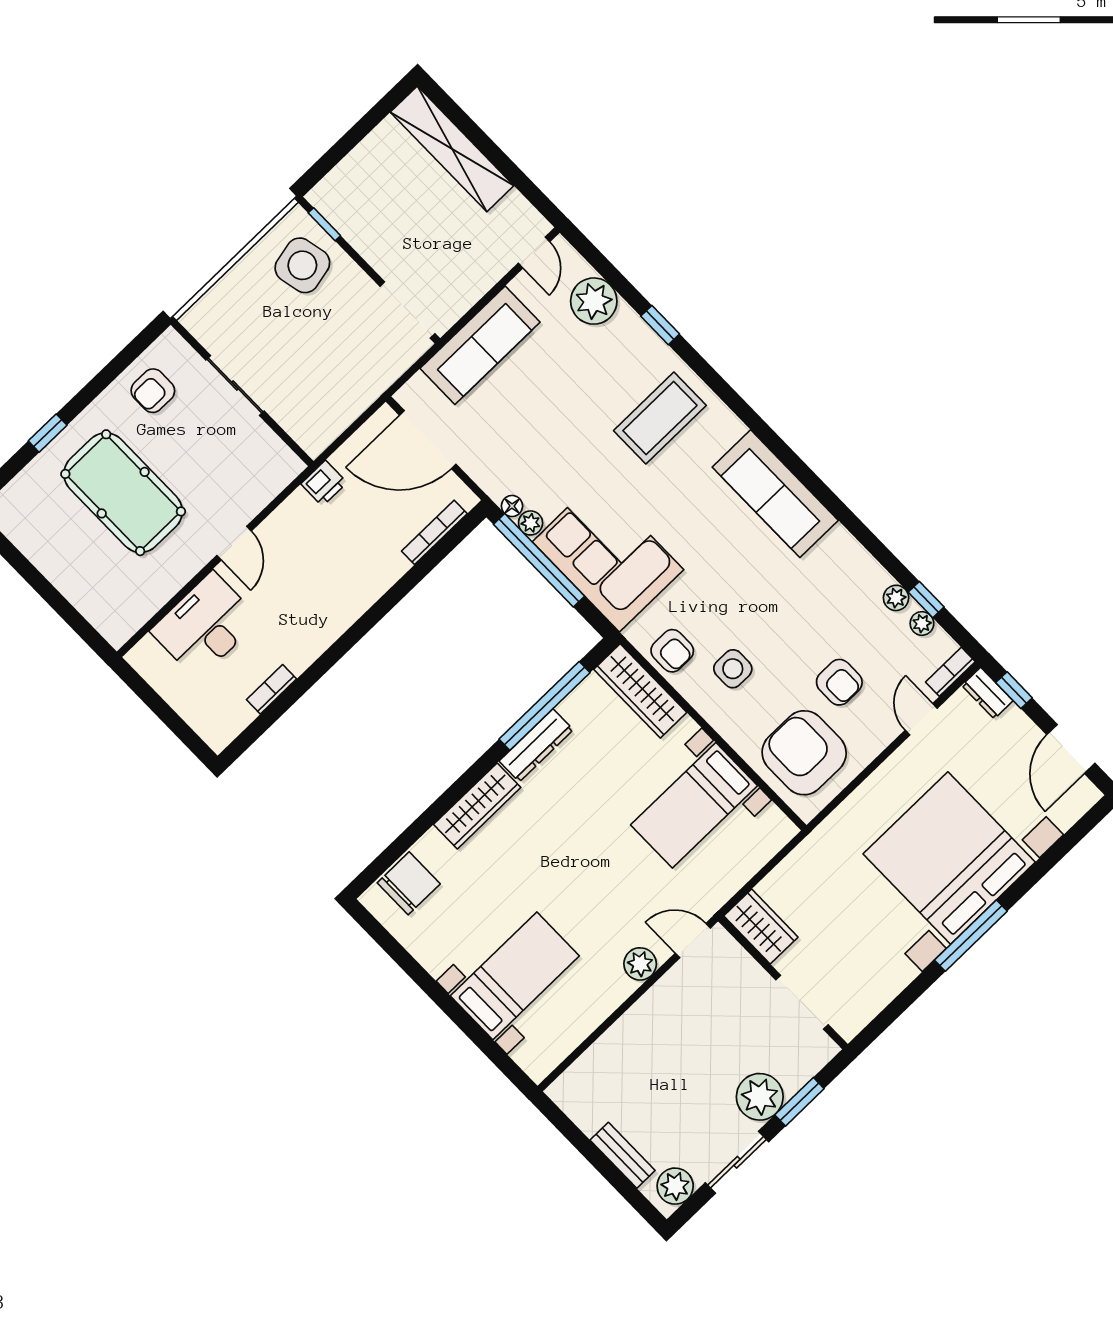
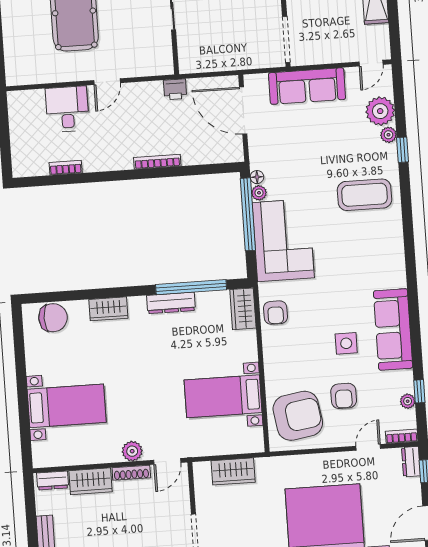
sofa: (775, 494) -> (393, 329), moved
bookcase: (434, 532) -> (157, 162), moved
plant: (896, 598) -> (388, 135), moved
desk: (205, 625) -> (67, 109), width x0.73
side table: (733, 669) -> (346, 343), moved
wardrobe: (640, 691) -> (243, 309), width x0.67
armchair: (804, 753) -> (298, 416), turned 81
wardrobe: (477, 806) -> (108, 309), width x0.67
wardrobe: (761, 927) -> (233, 471), moved, turned 90
door: (693, 941) -> (167, 461), swing flipped
shoe rack: (661, 991) -> (131, 473), added
wardrobe: (620, 1043) -> (91, 481), added
dresser: (574, 1080) -> (53, 480), added

